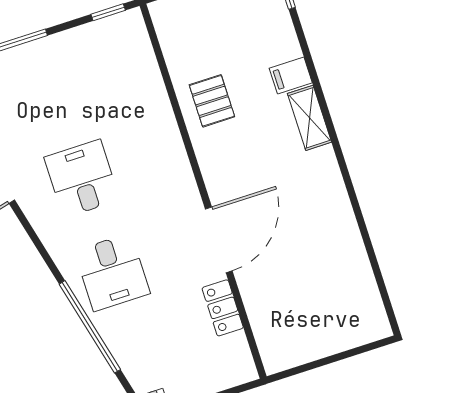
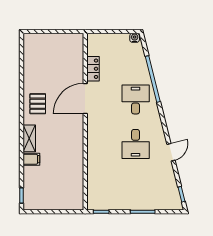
pallet: (212, 101) -> (38, 104), moved

